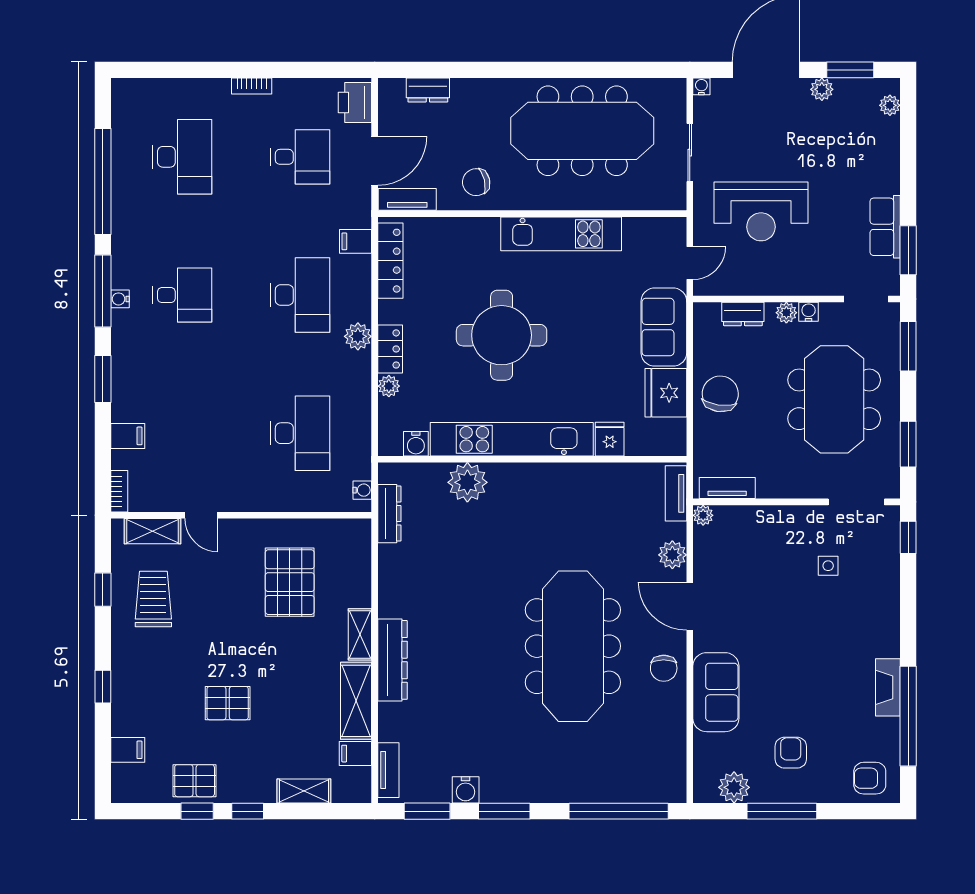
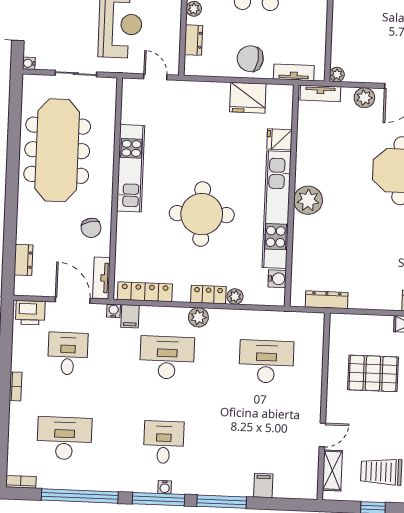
sofa: (664, 327) -> (201, 97), removed
window: (103, 379) -> (222, 502), width x1.44
plant: (467, 482) -> (308, 200), moved
tv unit: (727, 488) -> (294, 72), moved, turned 90
water cooler: (362, 490) -> (114, 311), moved
bookcase: (119, 491) -> (21, 482), moved

